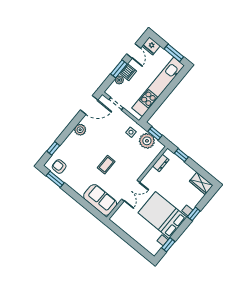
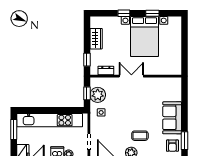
coffee table: (106, 165) -> (140, 136), moved
wardrobe: (201, 183) -> (96, 39), moved
double door: (131, 191) -> (131, 76), moved
sofa: (100, 200) -> (172, 118), moved
window: (168, 245) -> (152, 13), moved

